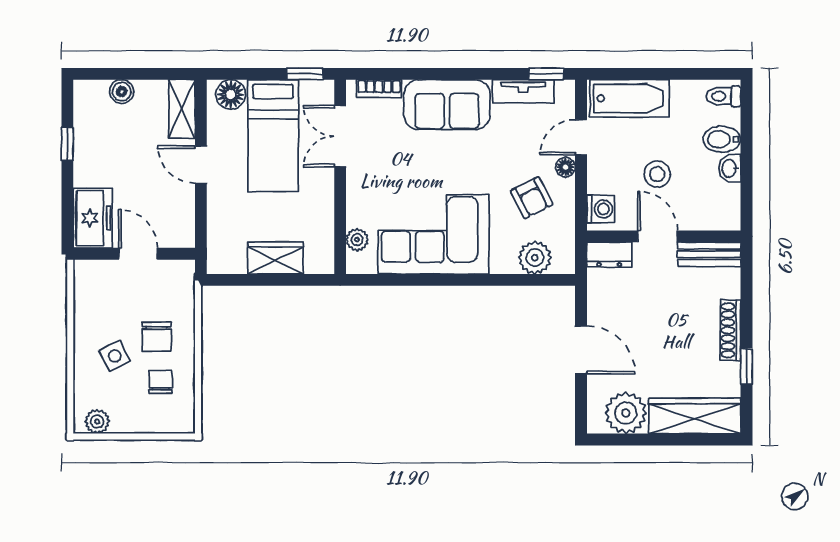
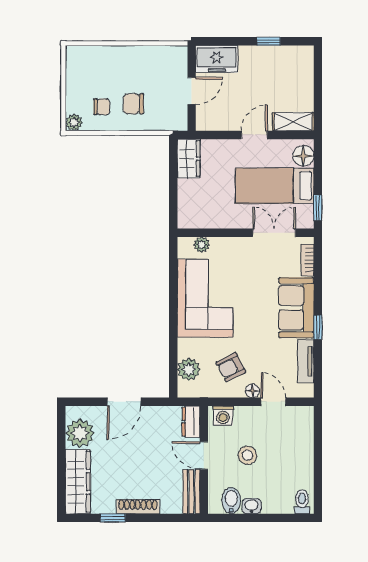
window: (546, 74) -> (318, 327), moved
boiler: (122, 92) -> (305, 79), removed
bathtub: (629, 98) -> (301, 436), removed
bidet: (722, 139) -> (231, 501), moved
door: (657, 236) -> (204, 455), swing flipped
wardrobe: (275, 258) -> (189, 159), moved
side table: (115, 356) -> (120, 75), removed
plant: (97, 421) -> (74, 122), moved

